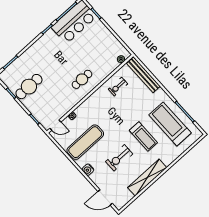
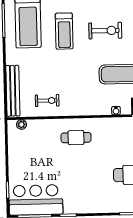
treadmill: (143, 136) -> (64, 31), turned 180

